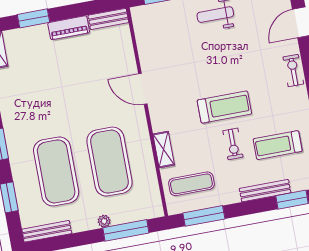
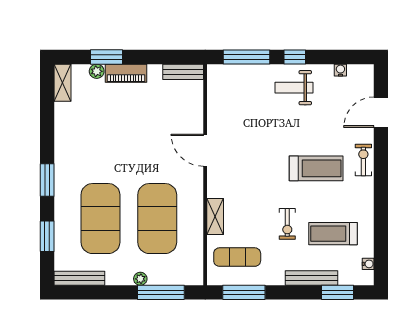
piano: (69, 28) -> (126, 73), moved
plant: (27, 34) -> (97, 71), added
treadmill: (224, 107) -> (316, 168), moved

